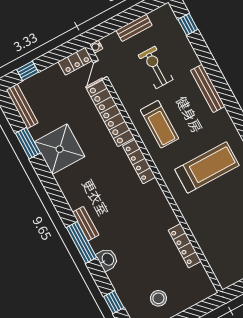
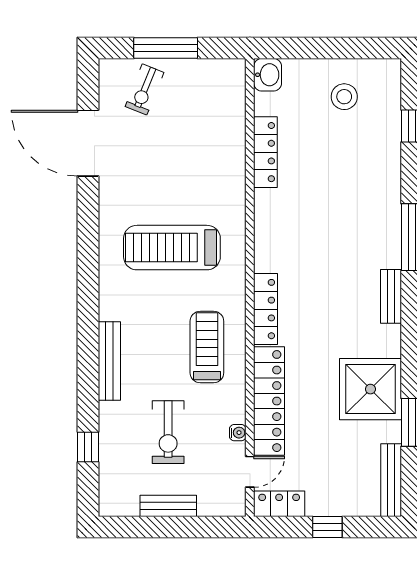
window: (188, 24) -> (88, 447), moved
water cooler: (96, 47) -> (238, 433), moved
window: (28, 71) -> (327, 527), moved
bench: (86, 224) -> (391, 296), moved
washbasin: (107, 259) -> (268, 75), moved, turned 180

